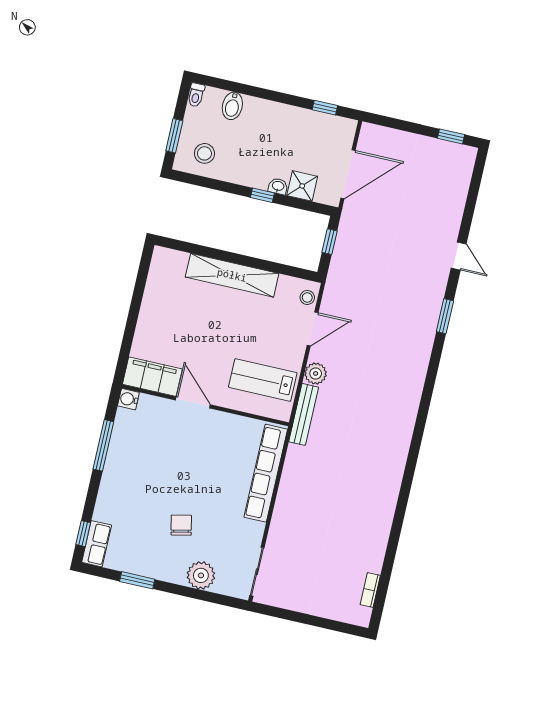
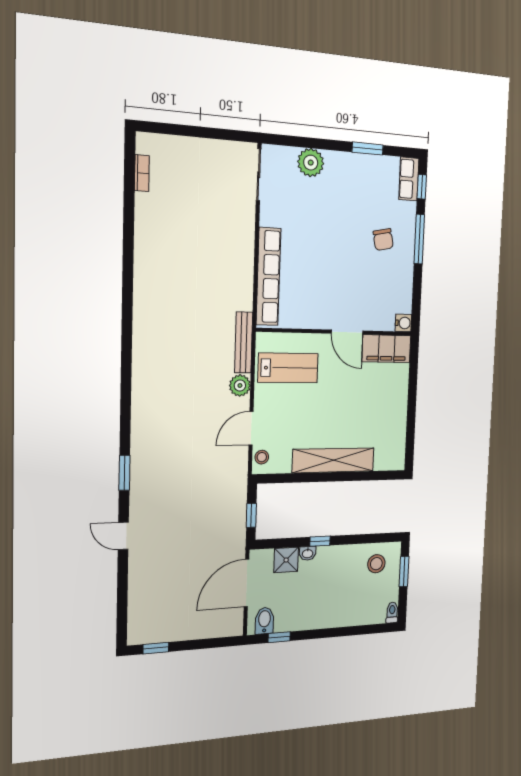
bidet: (232, 106) -> (264, 621), moved
window: (103, 445) -> (419, 239), moved
chair: (181, 525) -> (383, 240), moved

